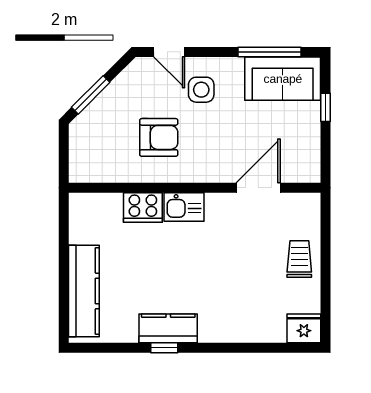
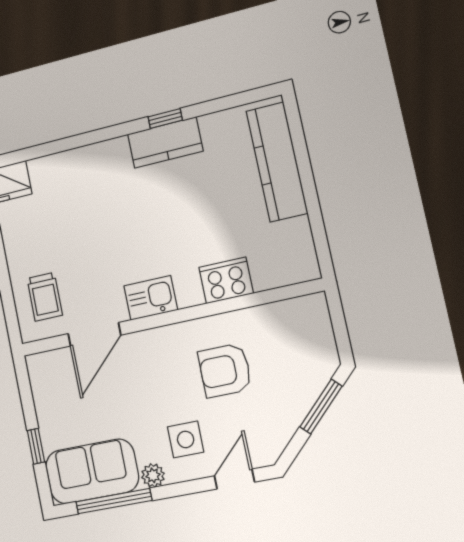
door: (169, 52) -> (234, 479), hinge flipped
plant: (233, 66) -> (153, 475), added
kitchen sink: (184, 207) -> (151, 298), moved
trolley: (299, 259) -> (45, 297), moved

